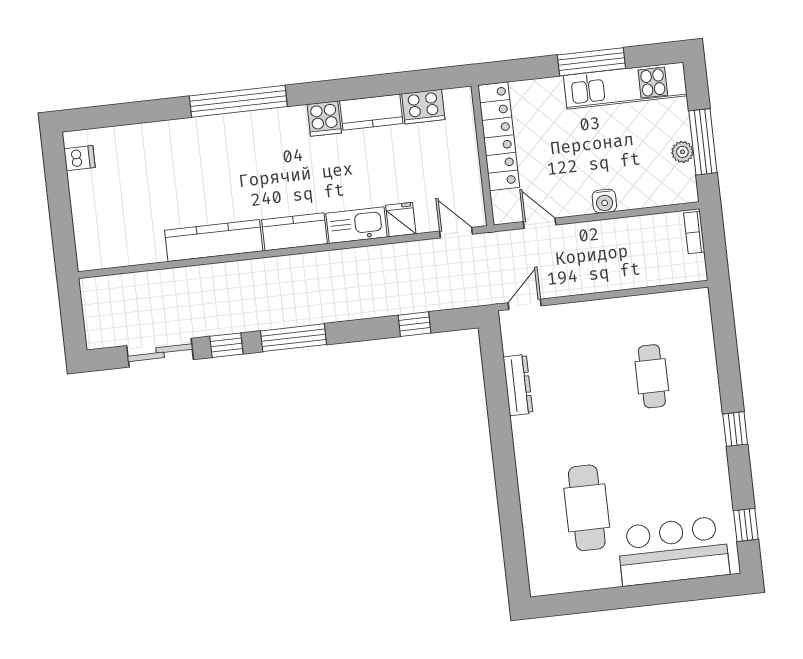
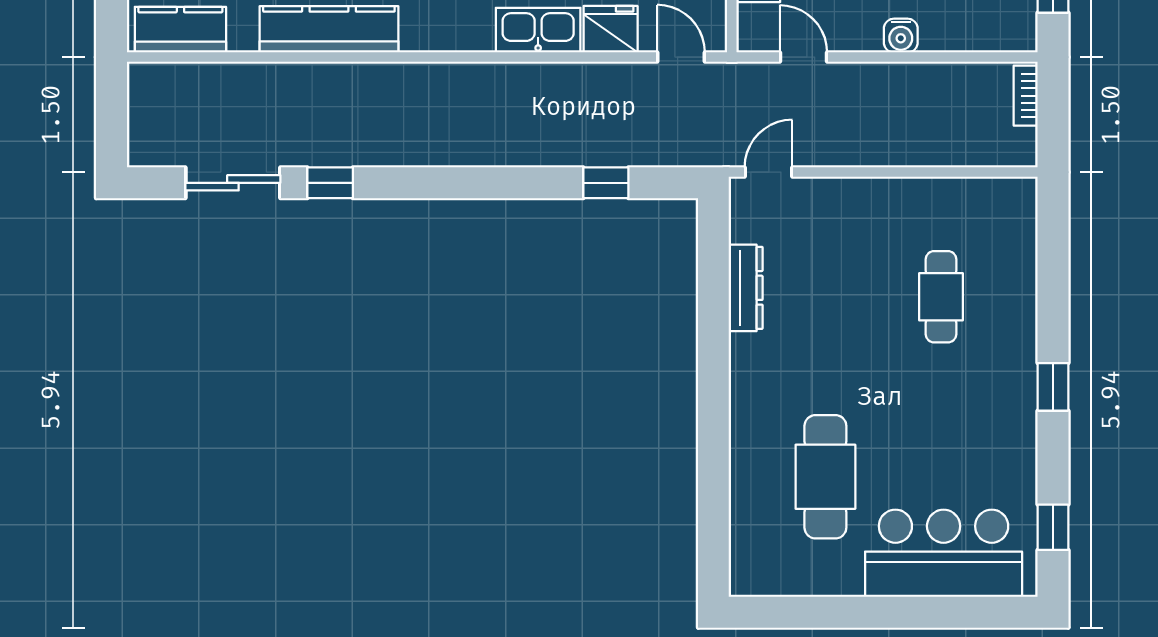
fridge: (401, 220) -> (611, 29), width x1.38
kitchen counter: (294, 232) -> (180, 30), moved
window: (294, 338) -> (429, 183), removed

